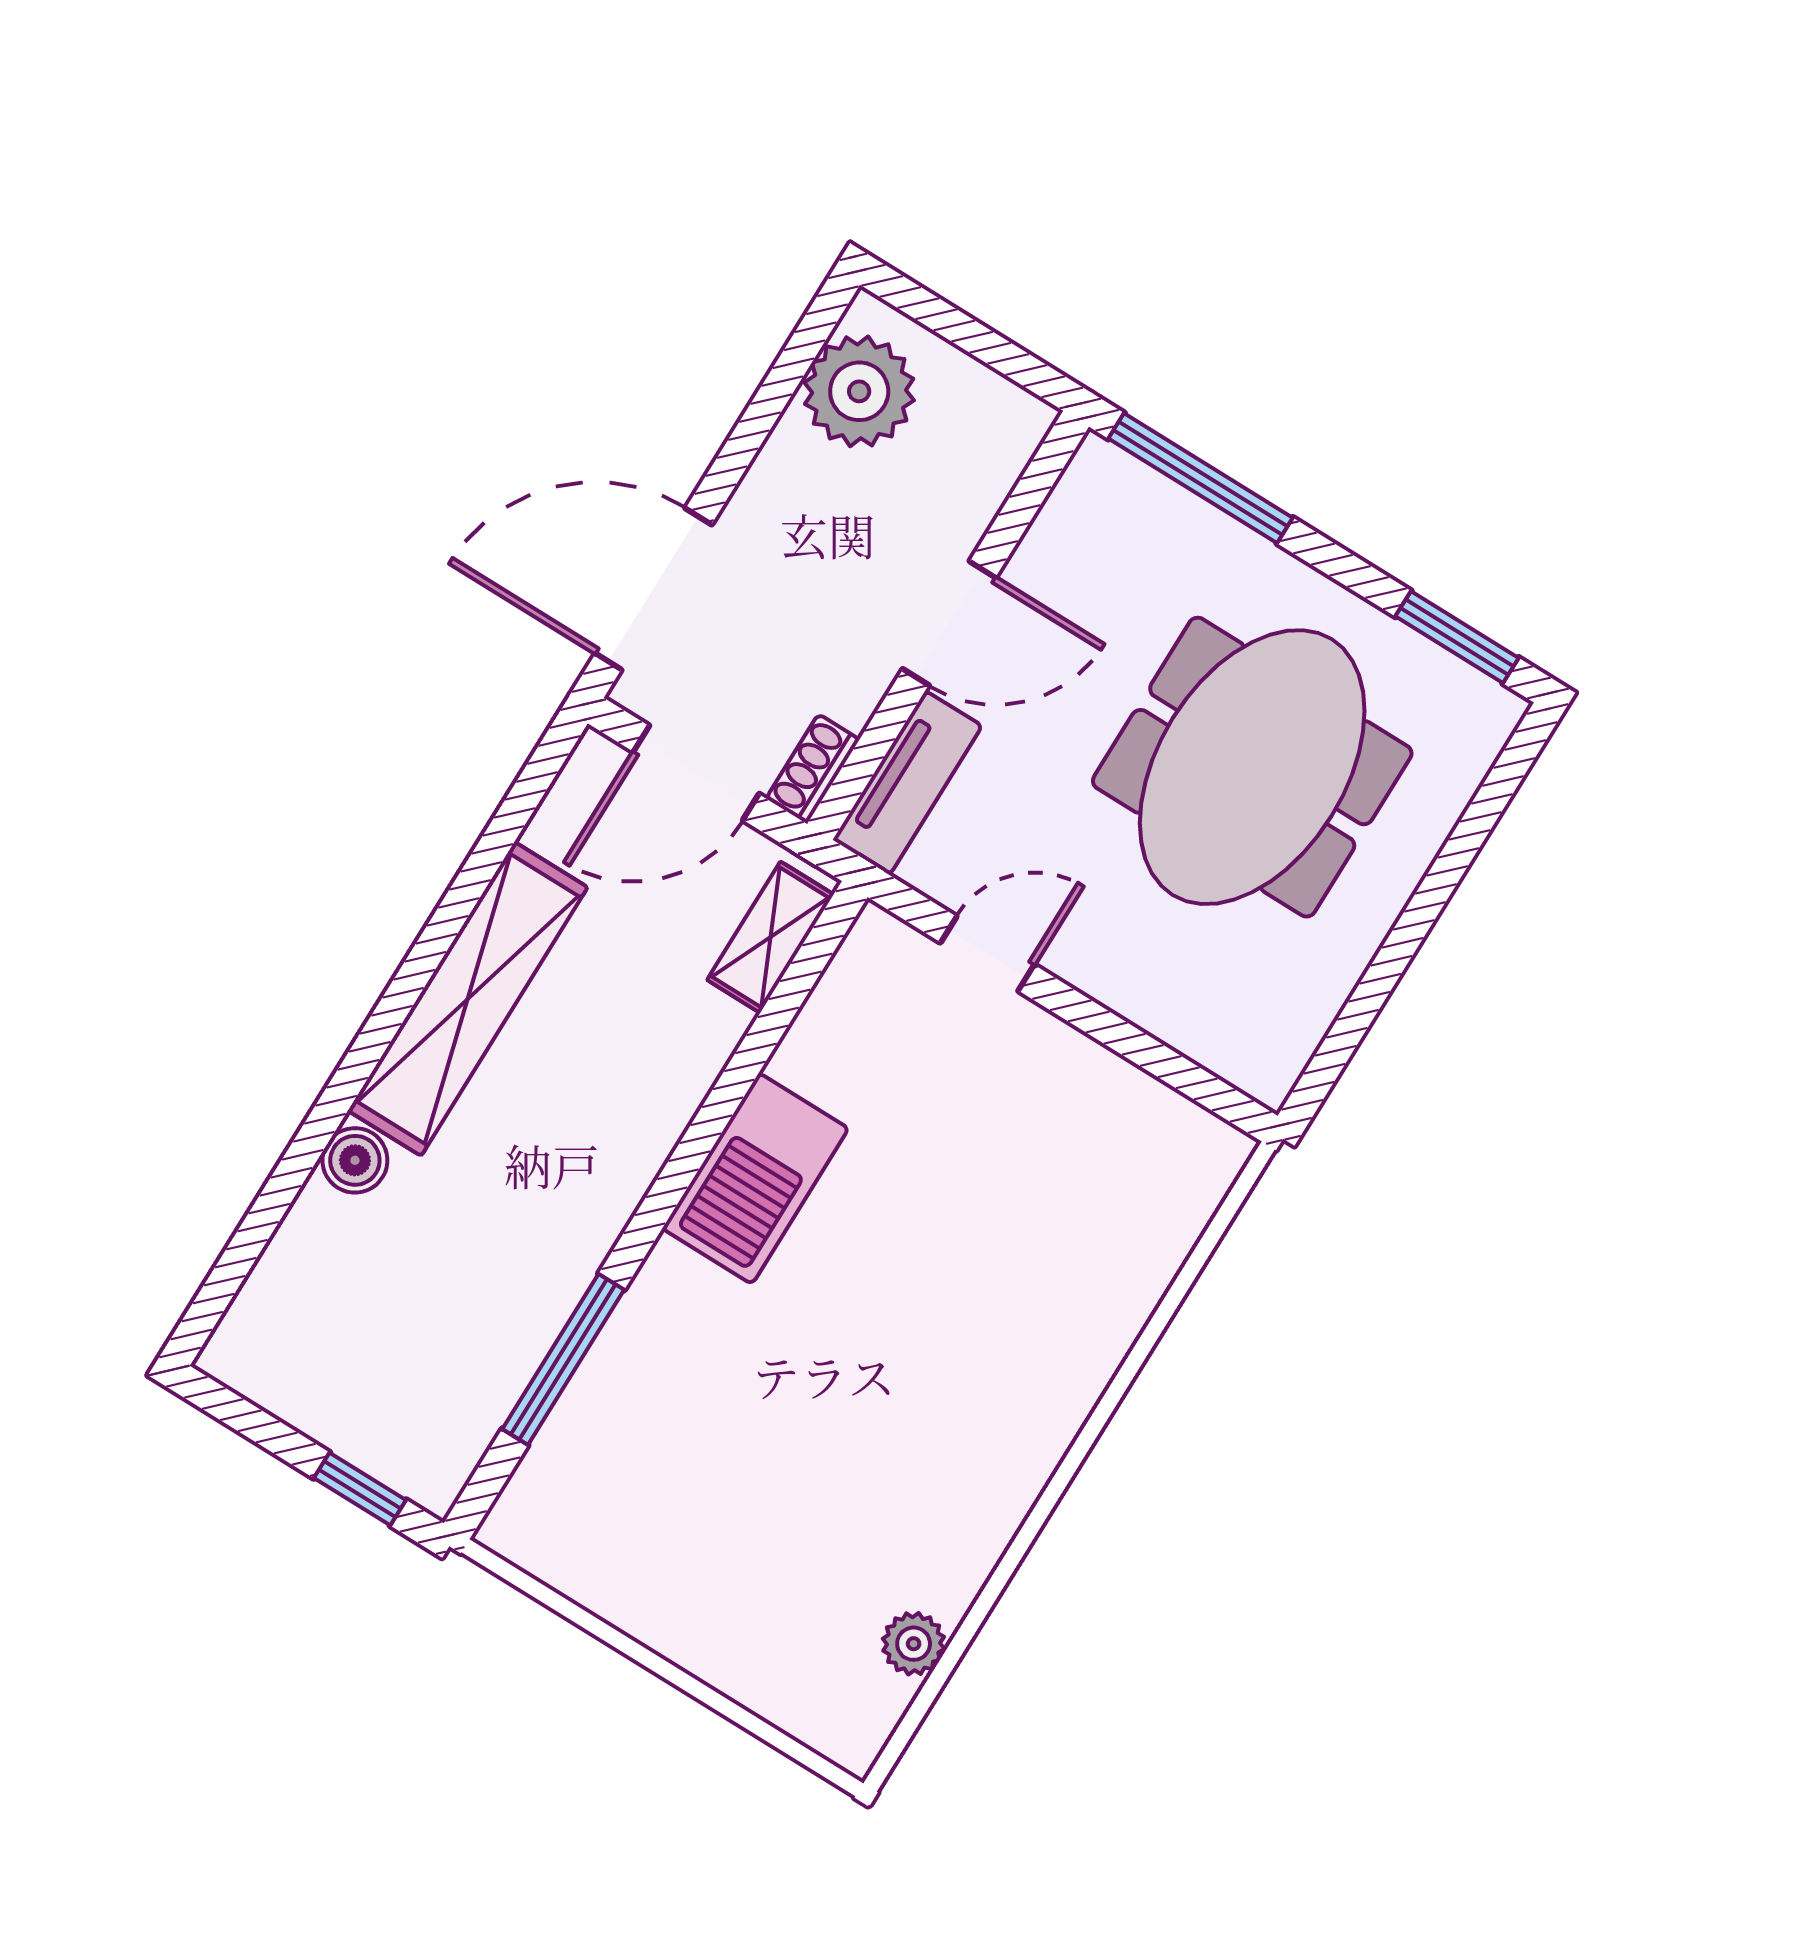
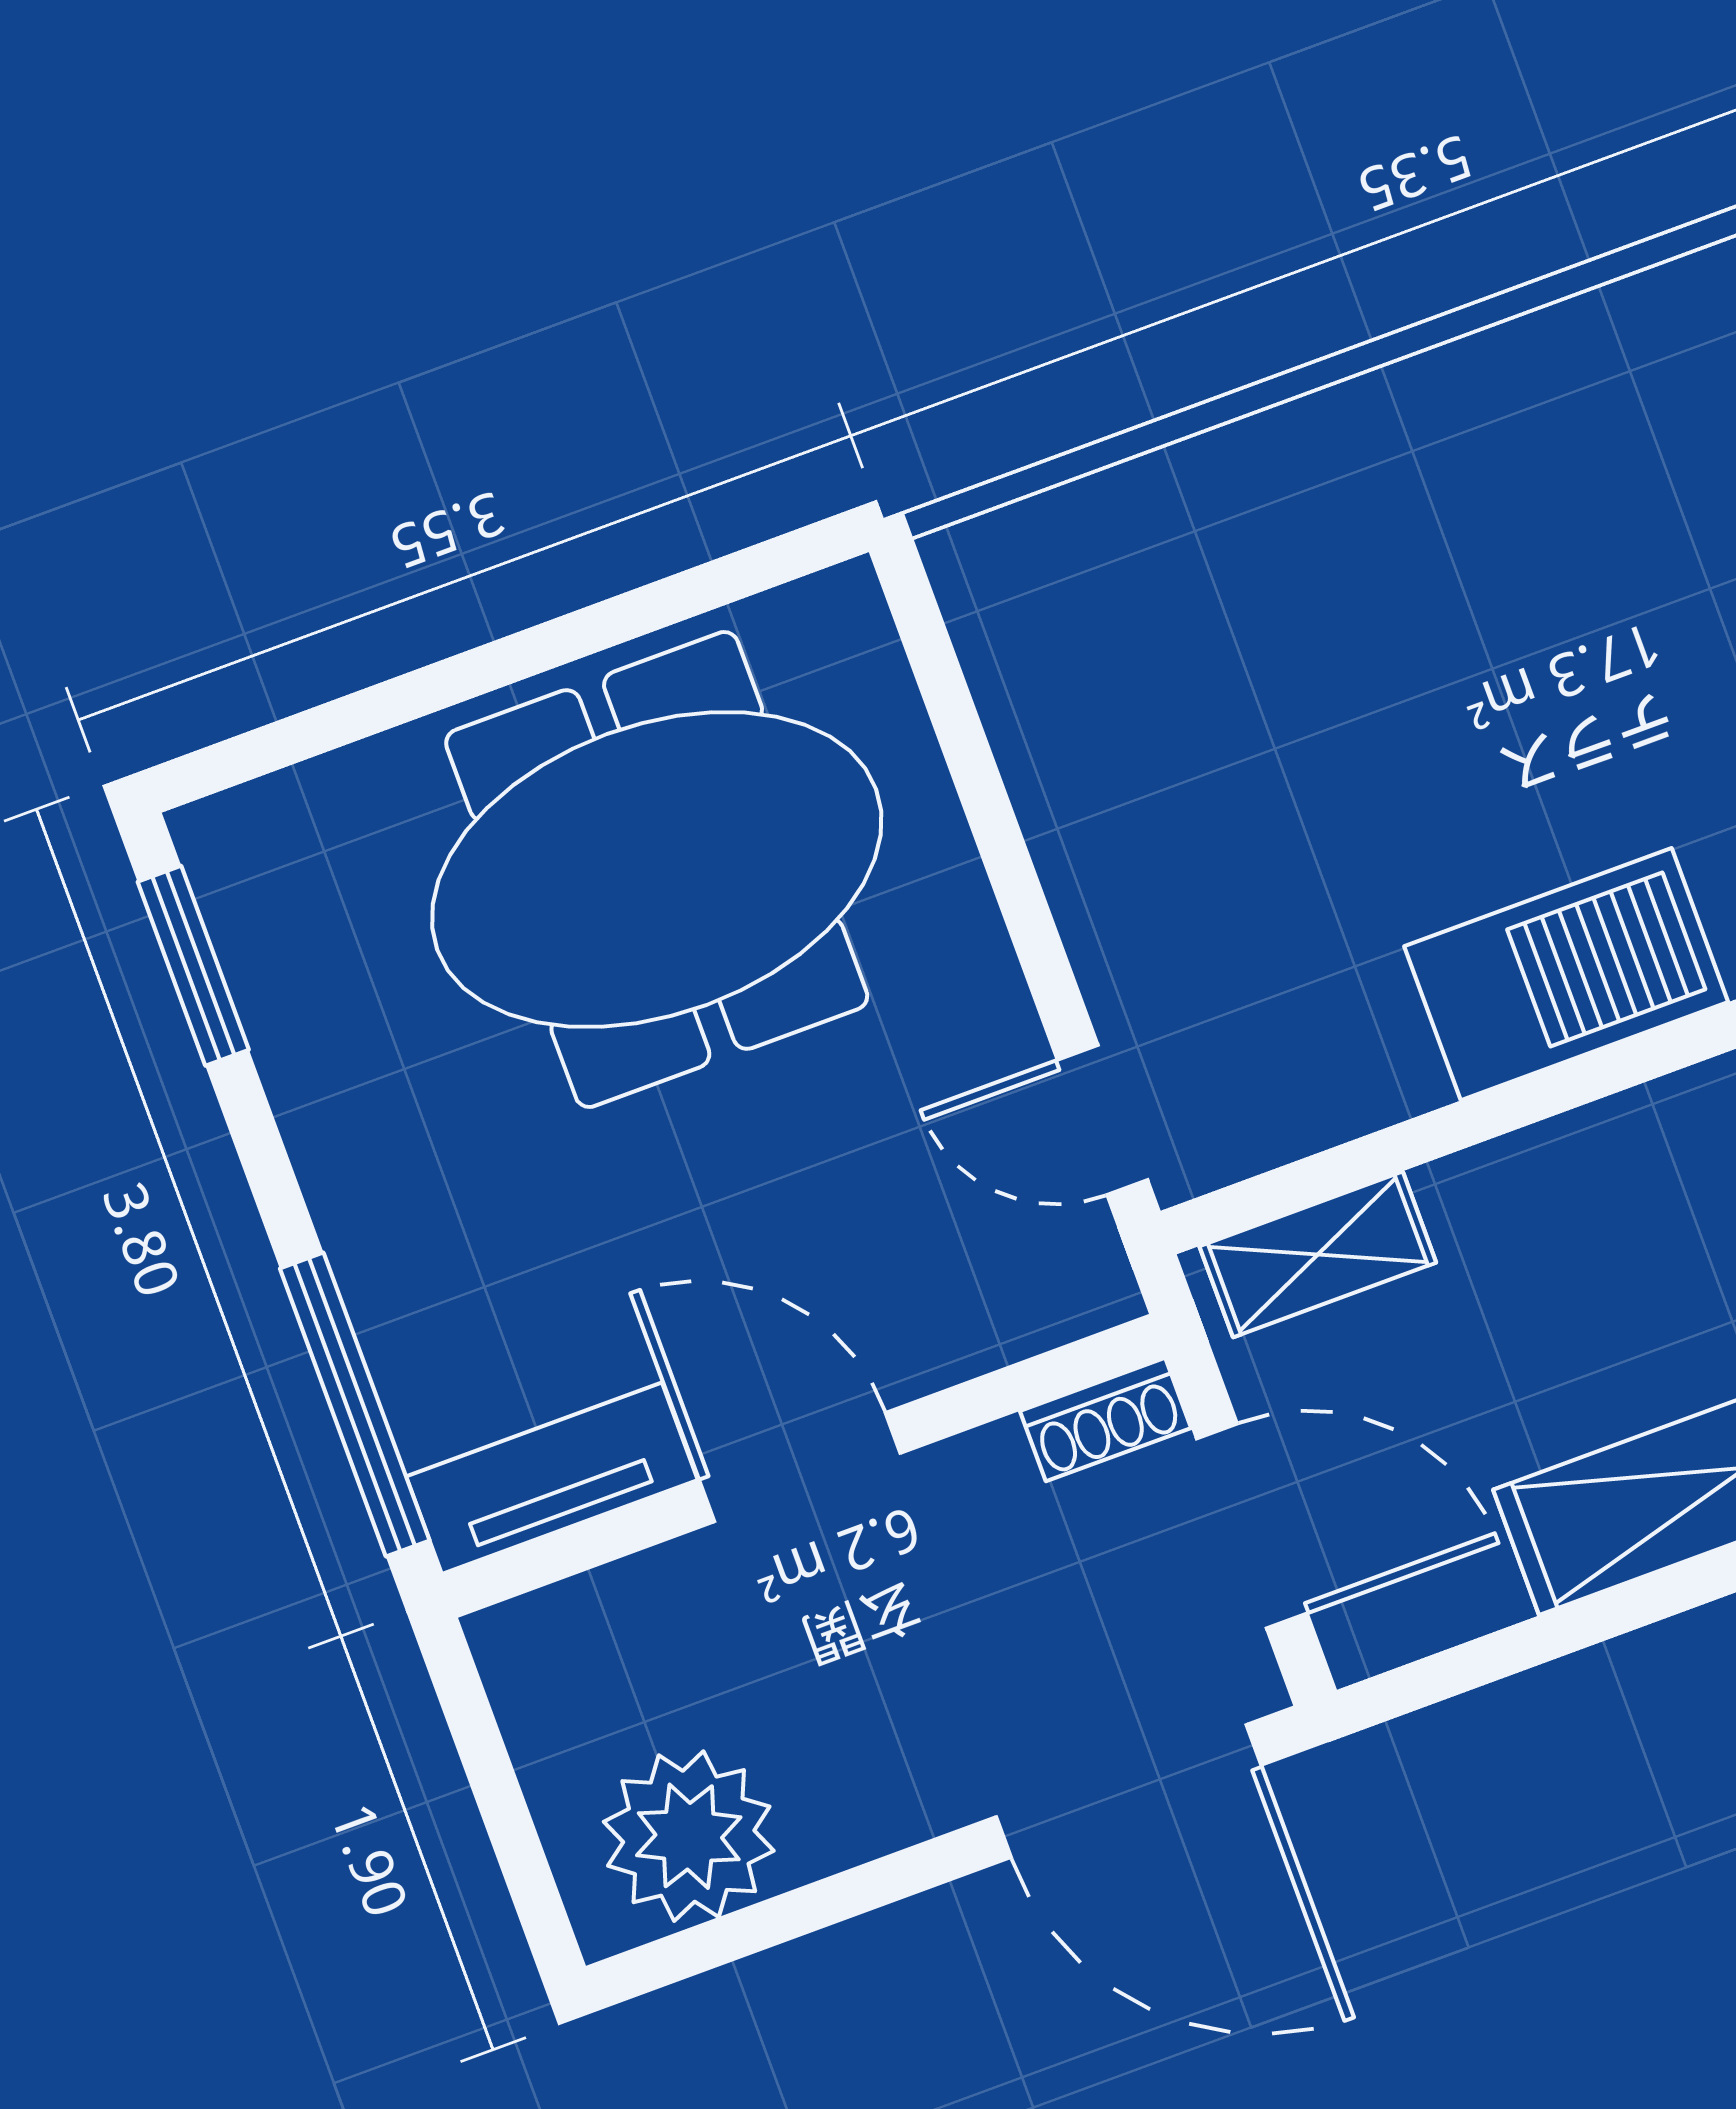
meeting table: (1252, 767) -> (657, 870), moved
tv unit: (907, 783) -> (552, 1478), moved
door: (987, 954) -> (1102, 1120), moved

